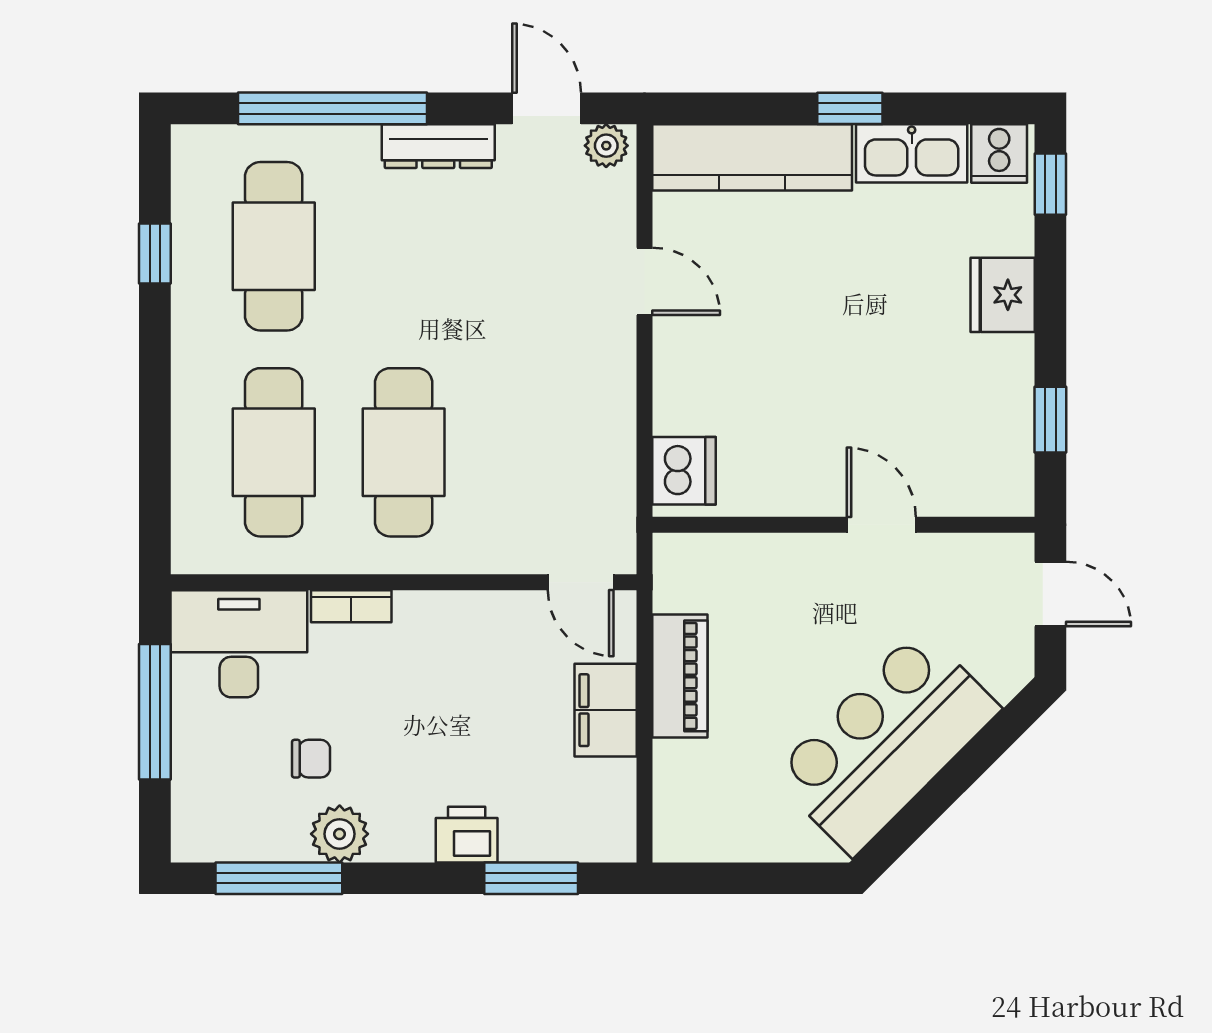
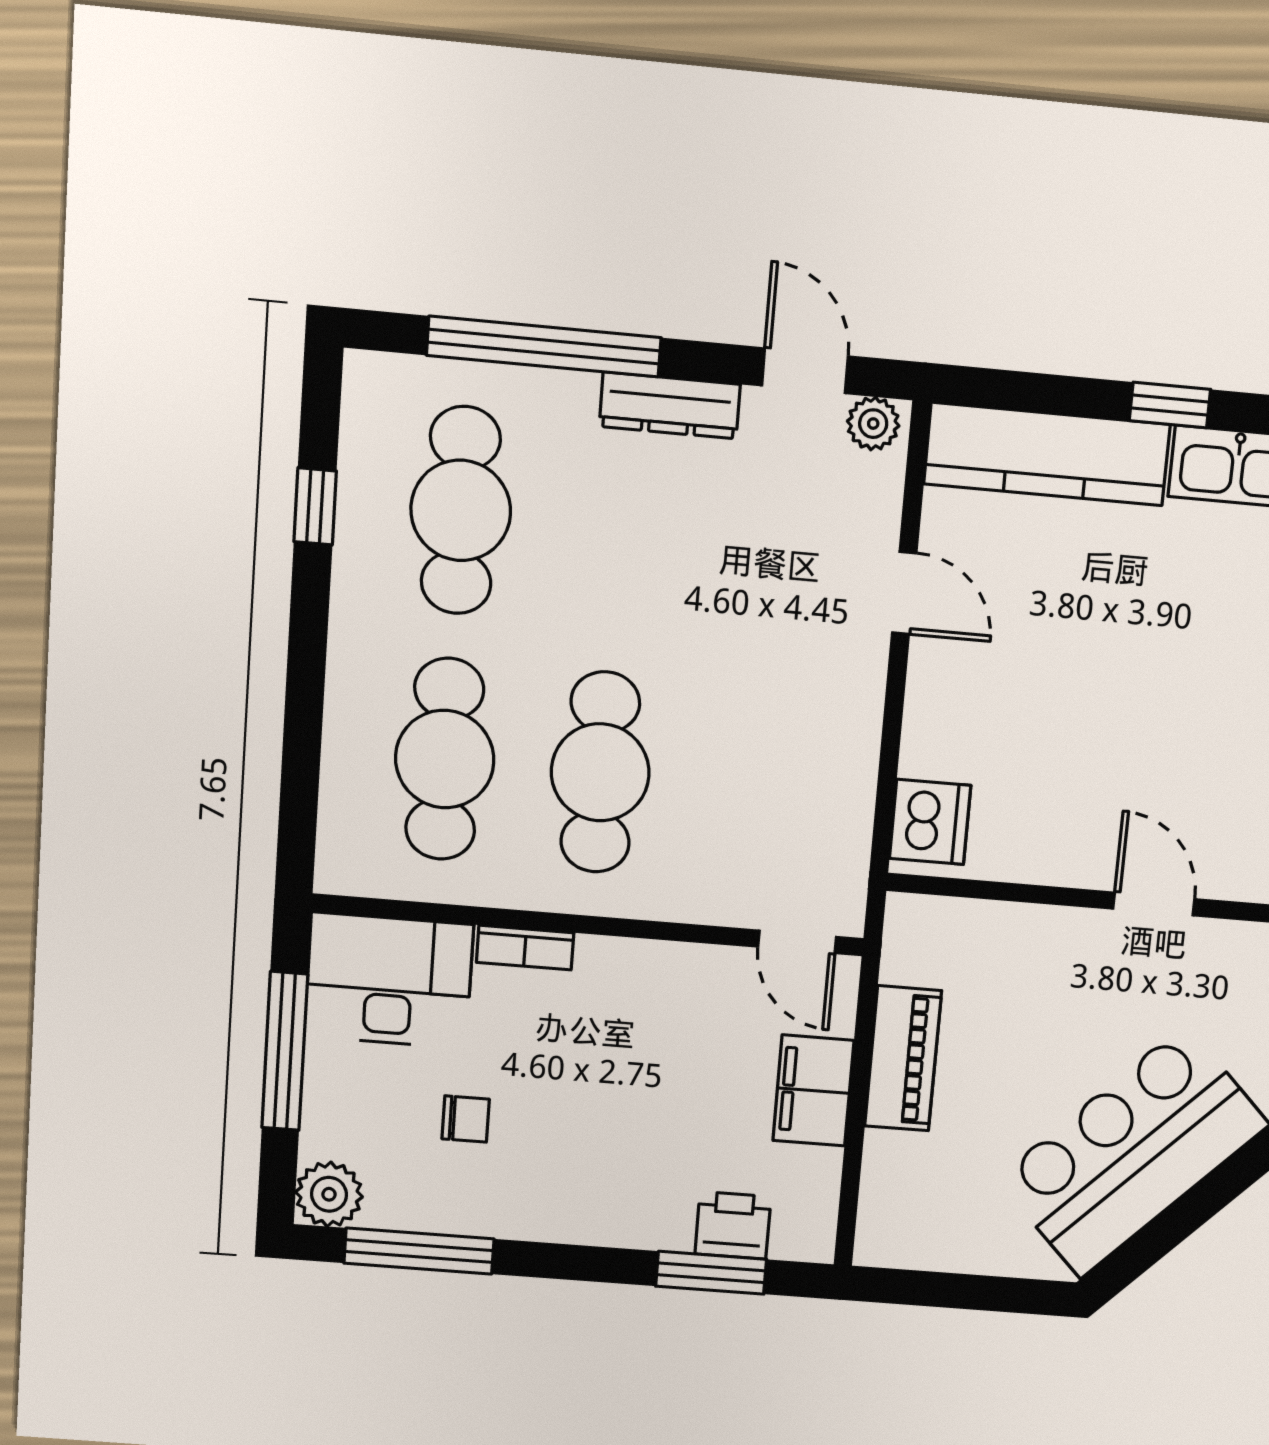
plant: (340, 834) -> (329, 1194), moved
printer: (467, 835) -> (733, 1225), moved

